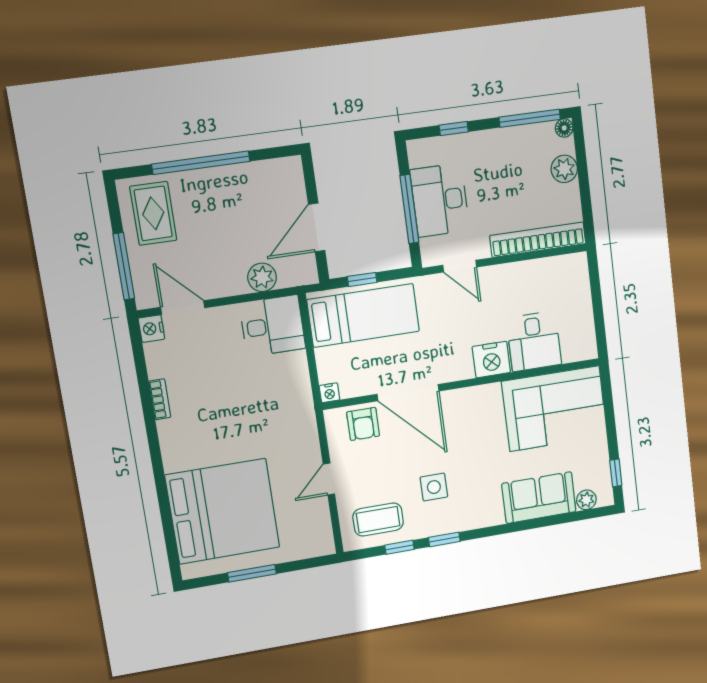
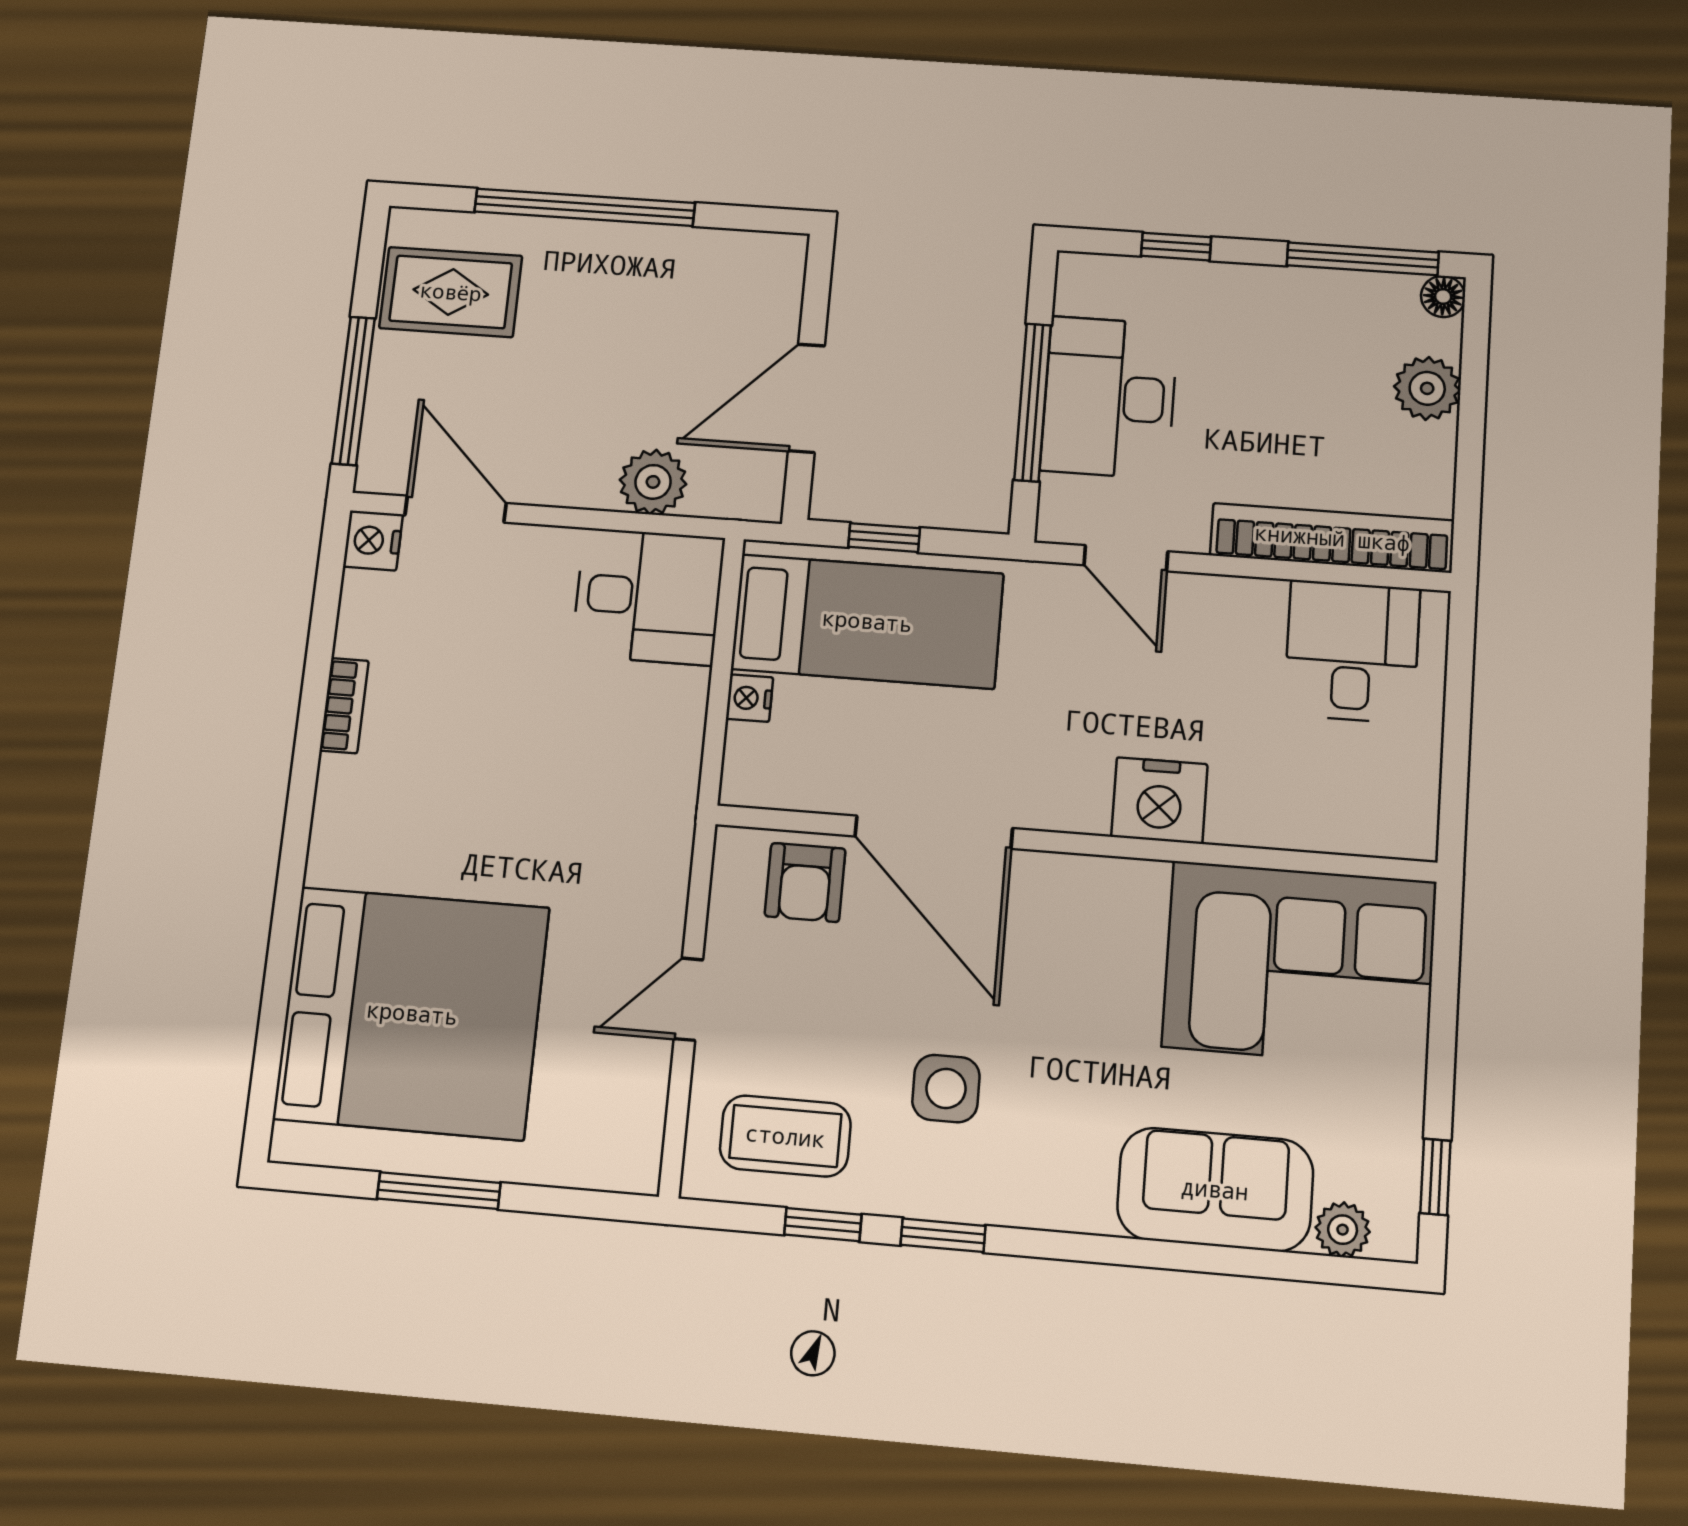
rug: (153, 213) -> (451, 292), turned 90
desk: (534, 341) -> (1352, 651), moved, turned 180
nightstand: (329, 393) -> (750, 698), moved, turned 90

